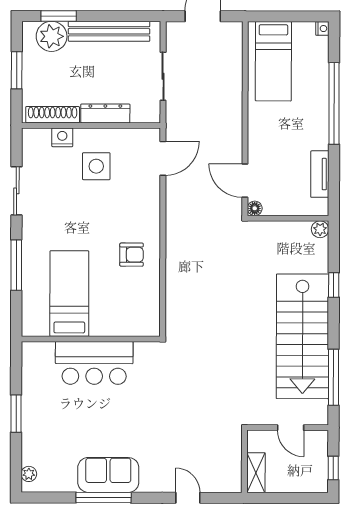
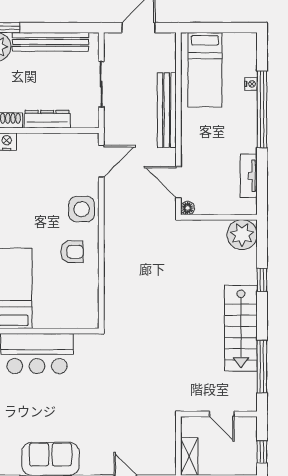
nightstand: (322, 29) -> (251, 84), moved
bench: (233, 104) -> (167, 110), added
side table: (96, 166) -> (82, 209), moved
plant: (320, 229) -> (242, 235), width x1.88, depth x1.88
stairs: (302, 336) -> (241, 328), width x0.73, depth x0.66

